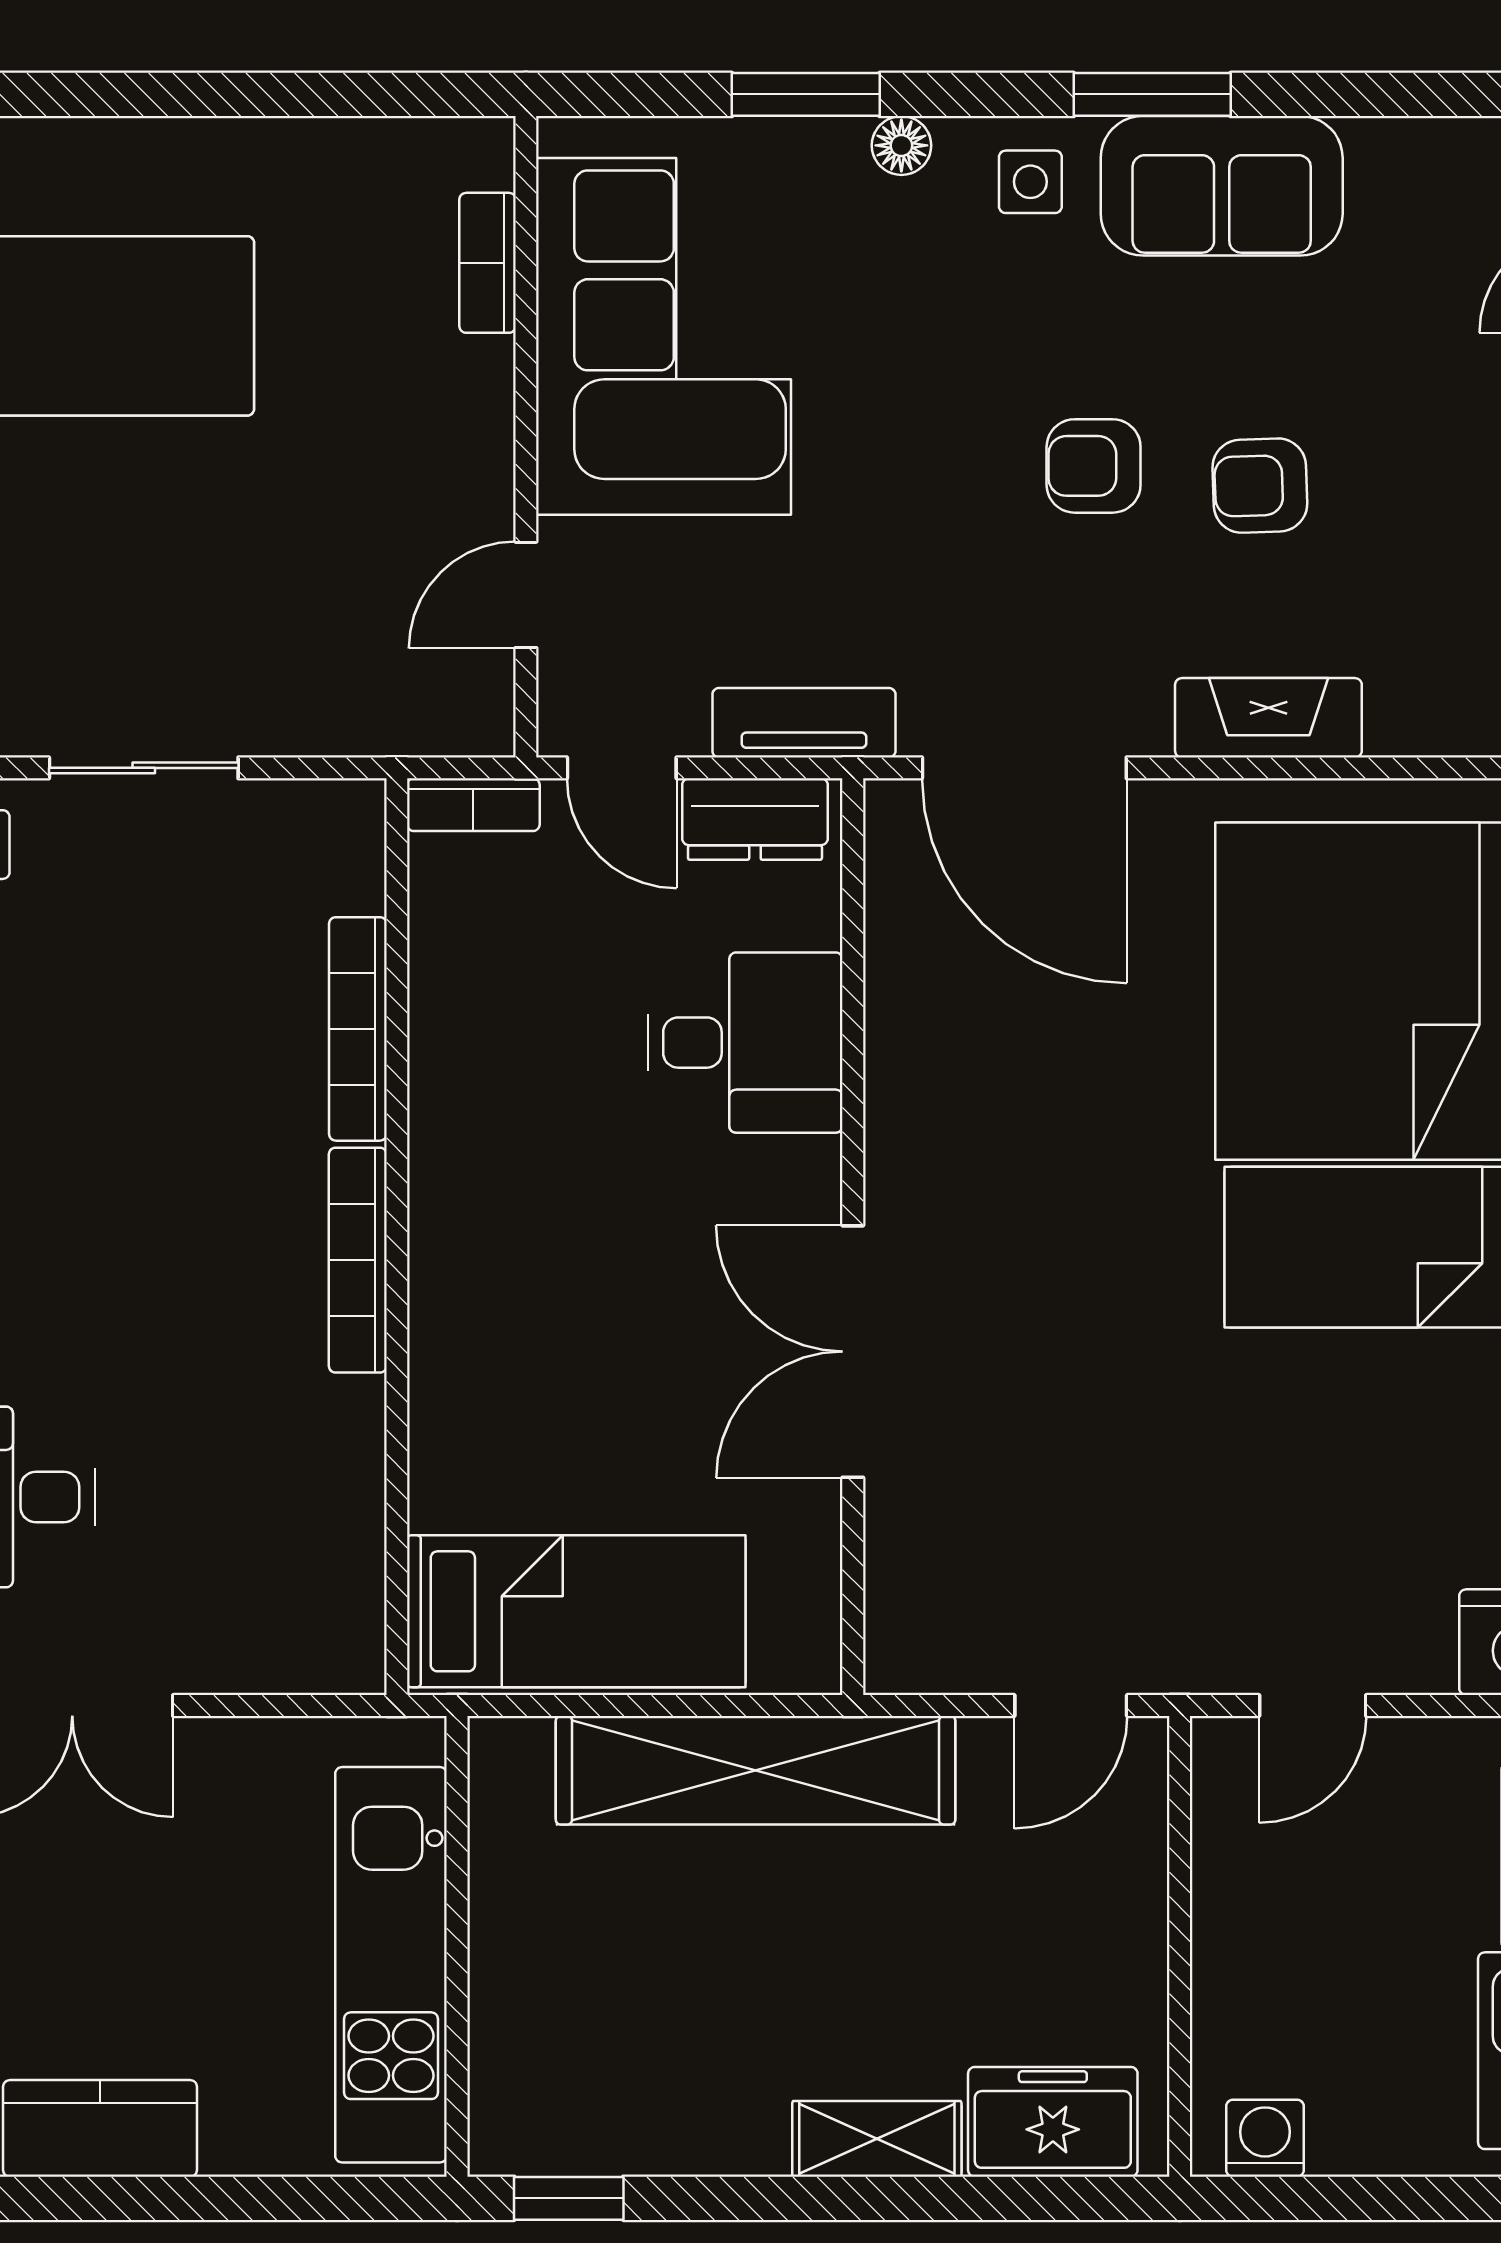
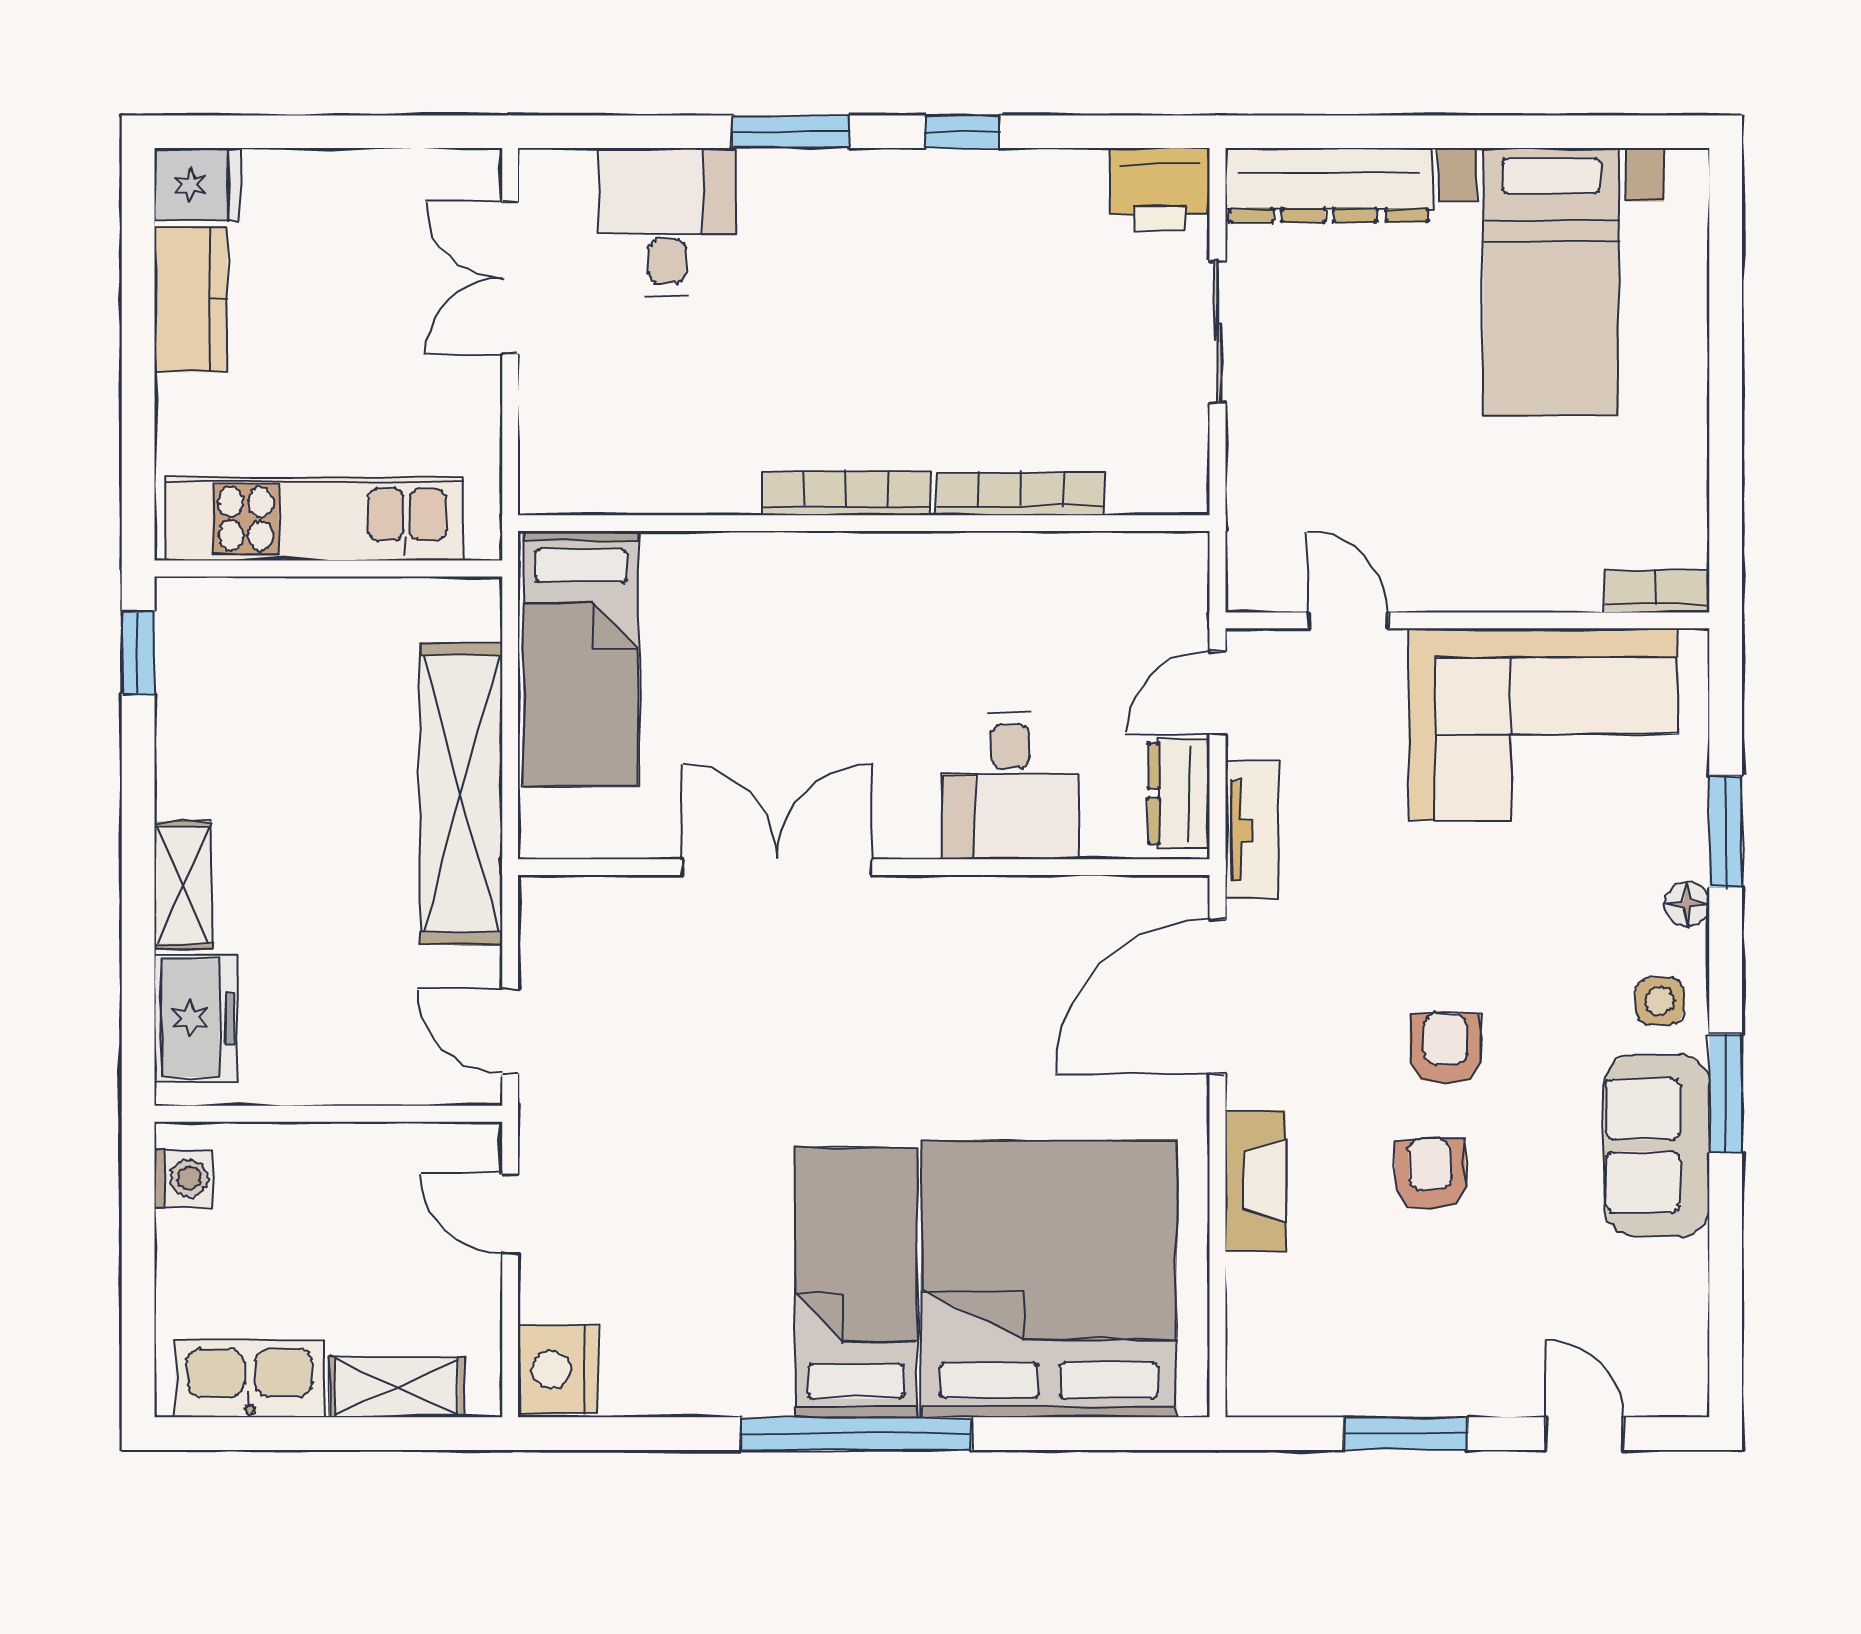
bookcase: (488, 263) -> (1657, 592), moved
bookcase: (473, 805) -> (1190, 581), removed

